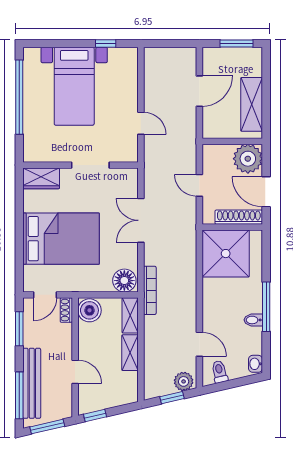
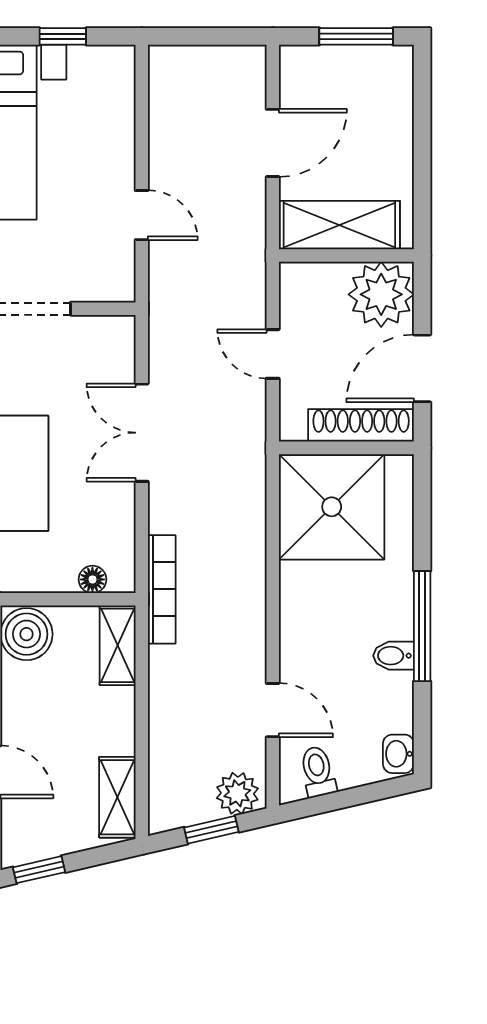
shelving: (252, 104) -> (339, 225), moved, turned 90
door: (266, 192) -> (422, 368), hinge flipped
floor lamp: (124, 281) -> (92, 579), width x0.53, depth x0.53
shelving: (130, 353) -> (117, 797), moved

